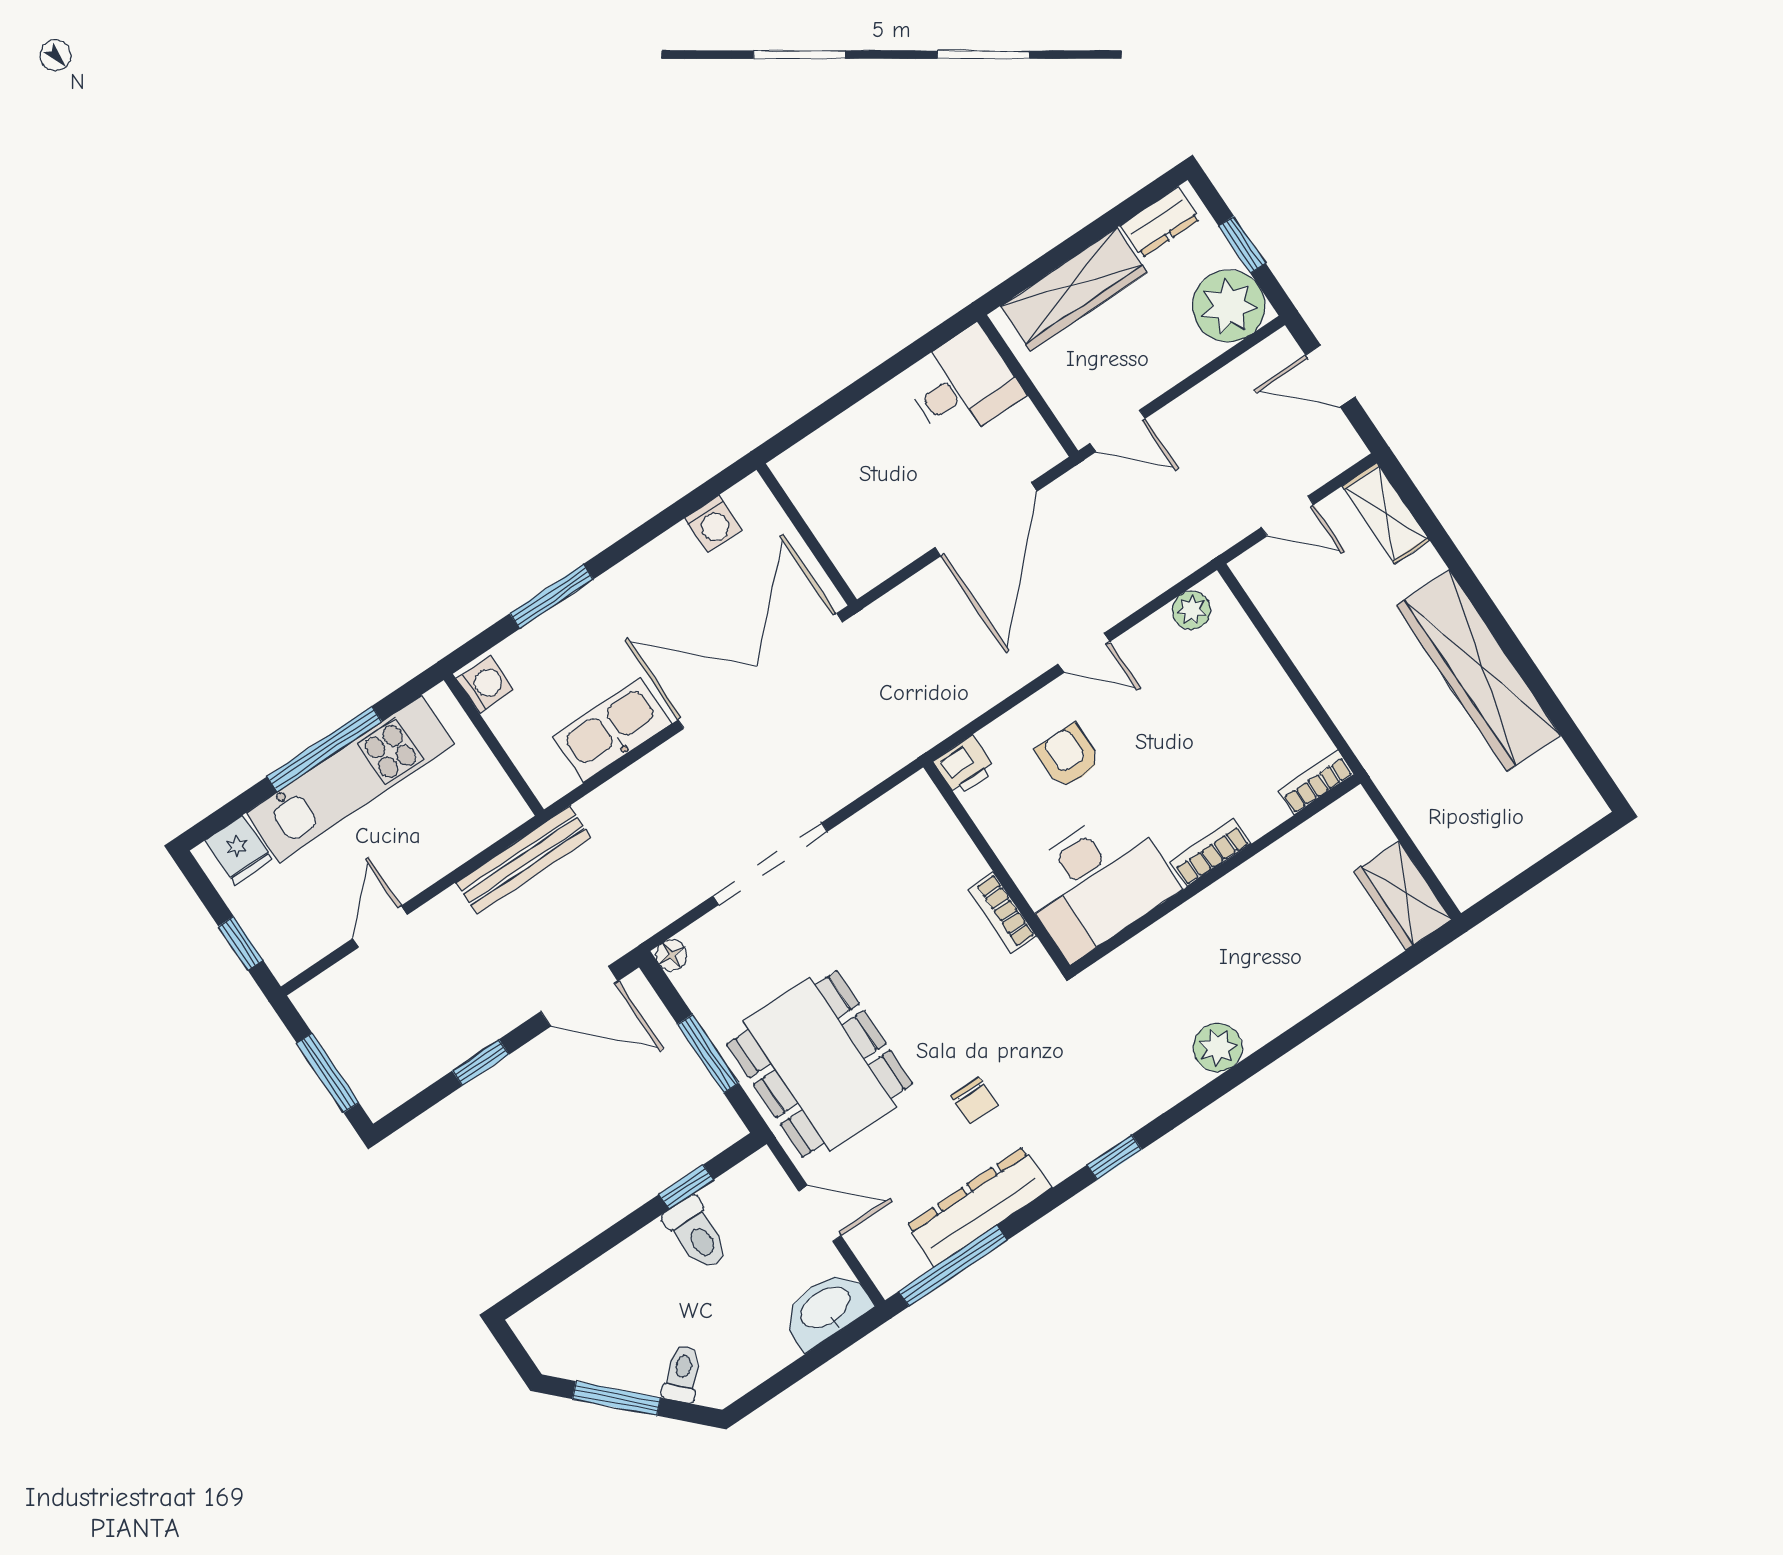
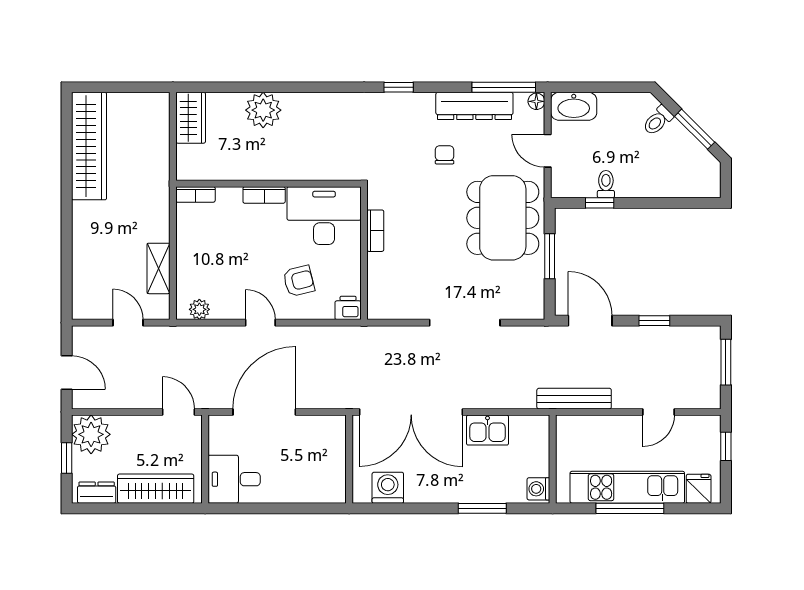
shelving: (1386, 513) -> (158, 268), moved
washing machine: (713, 524) -> (388, 488), width x1.38, depth x1.38
wardrobe: (1478, 670) -> (89, 146), moved
kitchen sink: (612, 730) -> (487, 430), width x0.73
armchair: (1068, 756) -> (299, 281), turned -104
floor lamp: (672, 955) -> (536, 101), moved
plant: (1218, 1048) -> (263, 110), moved, width x1.36, depth x1.36
toilet: (697, 1234) -> (606, 184), width x0.73, depth x0.72

